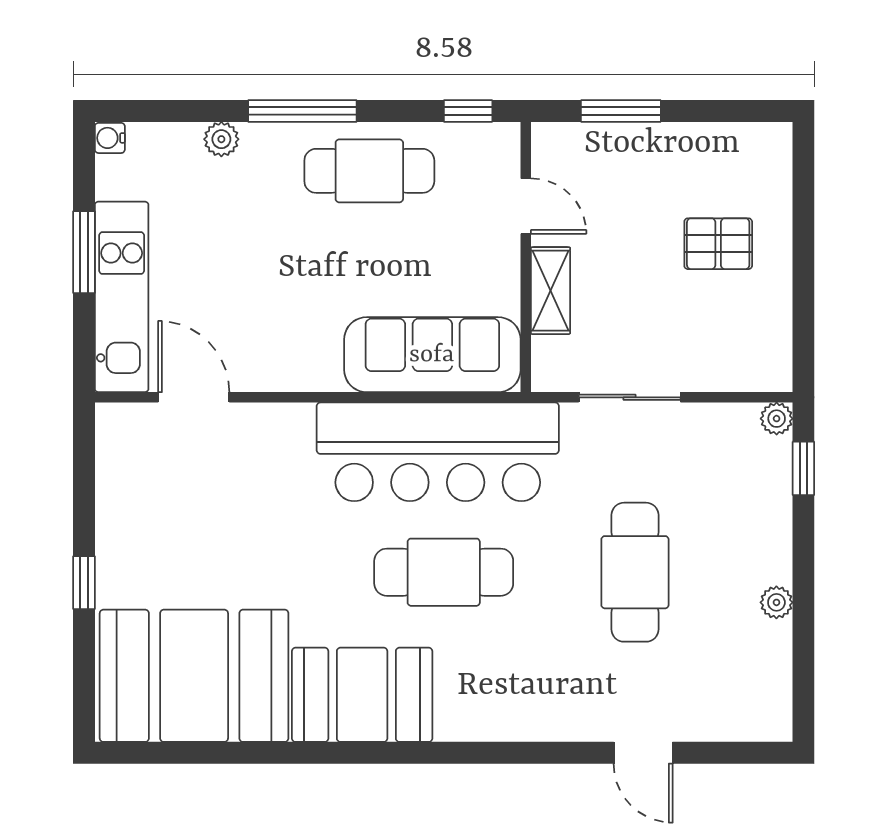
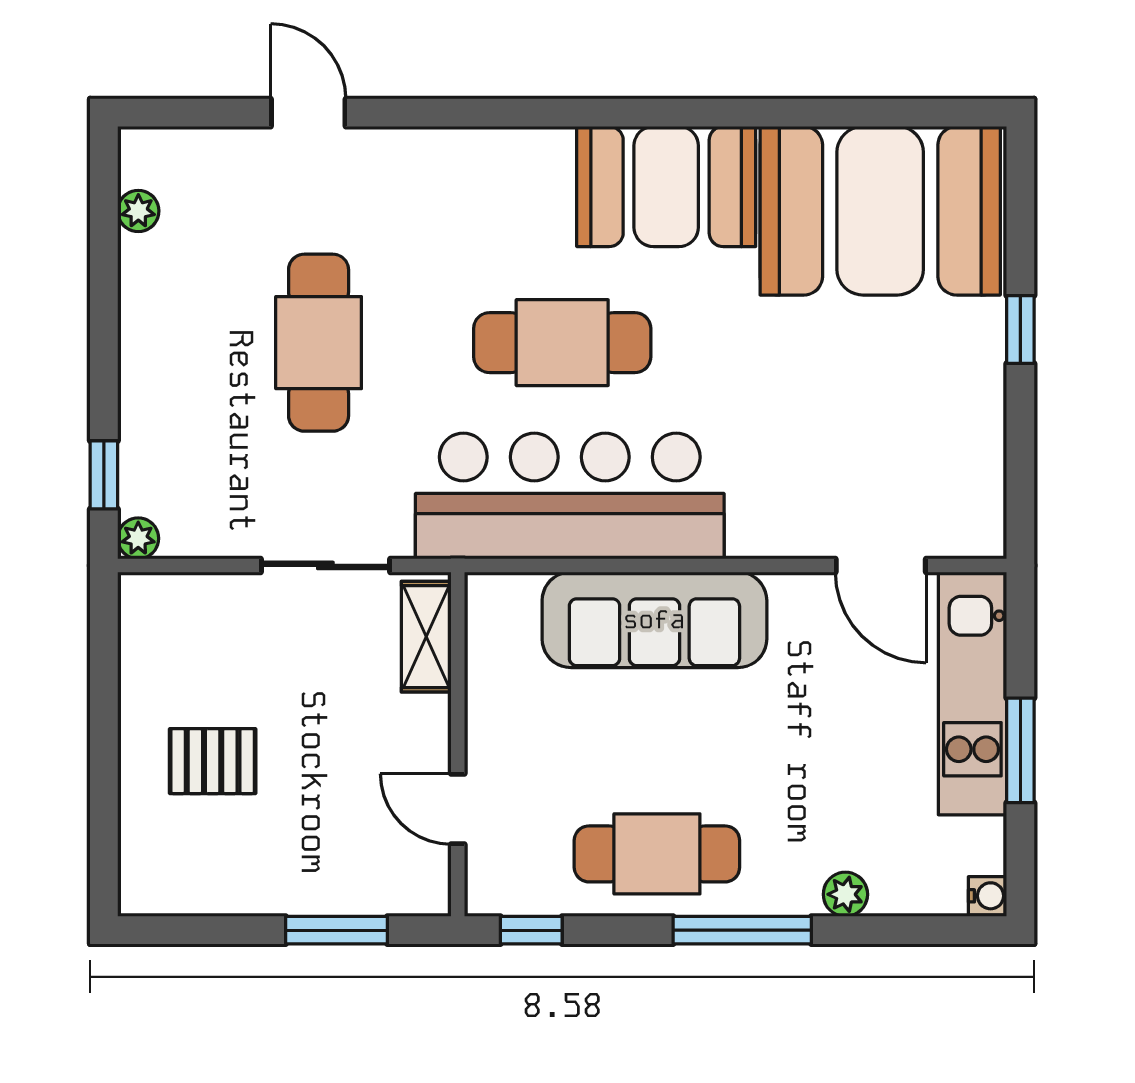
shelving: (550, 291) -> (426, 637), moved
sofa: (432, 355) -> (654, 620), moved
plant: (776, 602) -> (138, 211), moved

